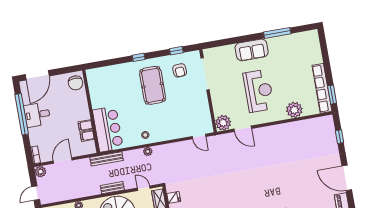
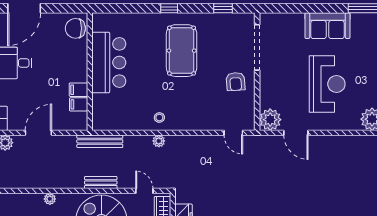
armchair: (180, 70) -> (236, 82), moved
chair: (76, 83) -> (75, 28), turned 90
bar counter: (108, 129) -> (109, 63), moved

